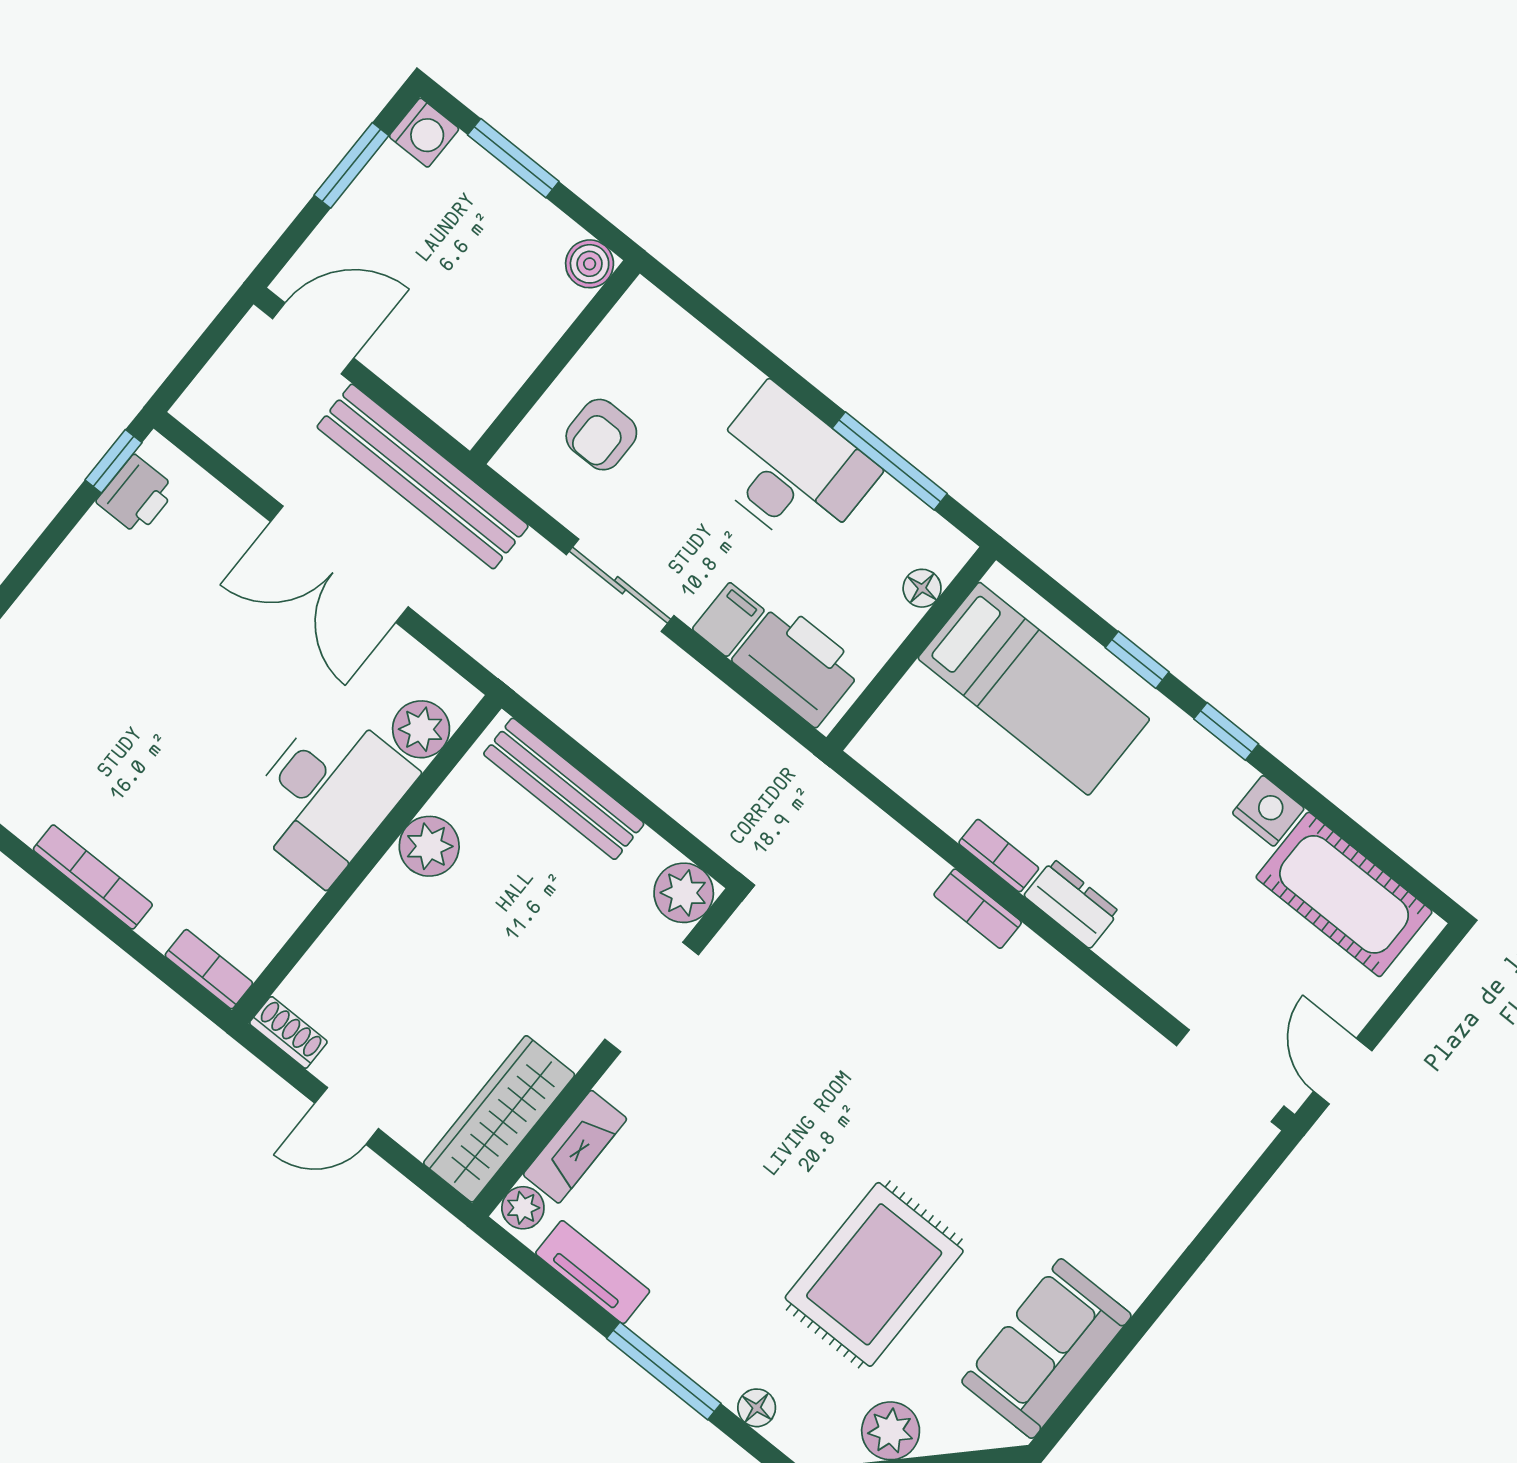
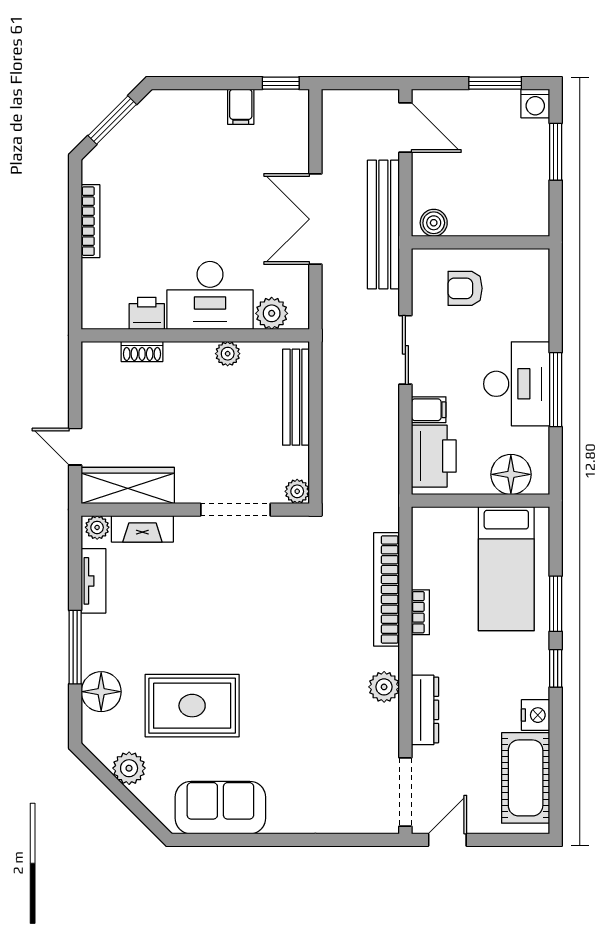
boiler: (590, 264) -> (434, 223), moved
window: (890, 461) -> (556, 390), moved
printer: (136, 495) -> (147, 313), moved, turned 180
filing cabinet: (102, 543) -> (241, 107), added
floor lamp: (922, 588) -> (511, 474), width x1.89, depth x1.89
window: (1137, 660) -> (556, 604), width x1.50
plant: (429, 846) -> (228, 354), width x0.73, depth x0.73
plant: (684, 893) -> (297, 491), width x0.73, depth x0.73
dresser: (1072, 904) -> (425, 710), moved, width x1.44
bookcase: (978, 909) -> (387, 589), width x2.31, depth x1.31
bookcase: (209, 969) -> (91, 305), removed
plant: (1061, 989) -> (384, 687), added
shoe rack: (288, 1032) -> (142, 351), moved, turned 90
door: (347, 1116) -> (75, 447), moved
floor lamp: (757, 1408) -> (101, 692), width x1.89, depth x1.89

